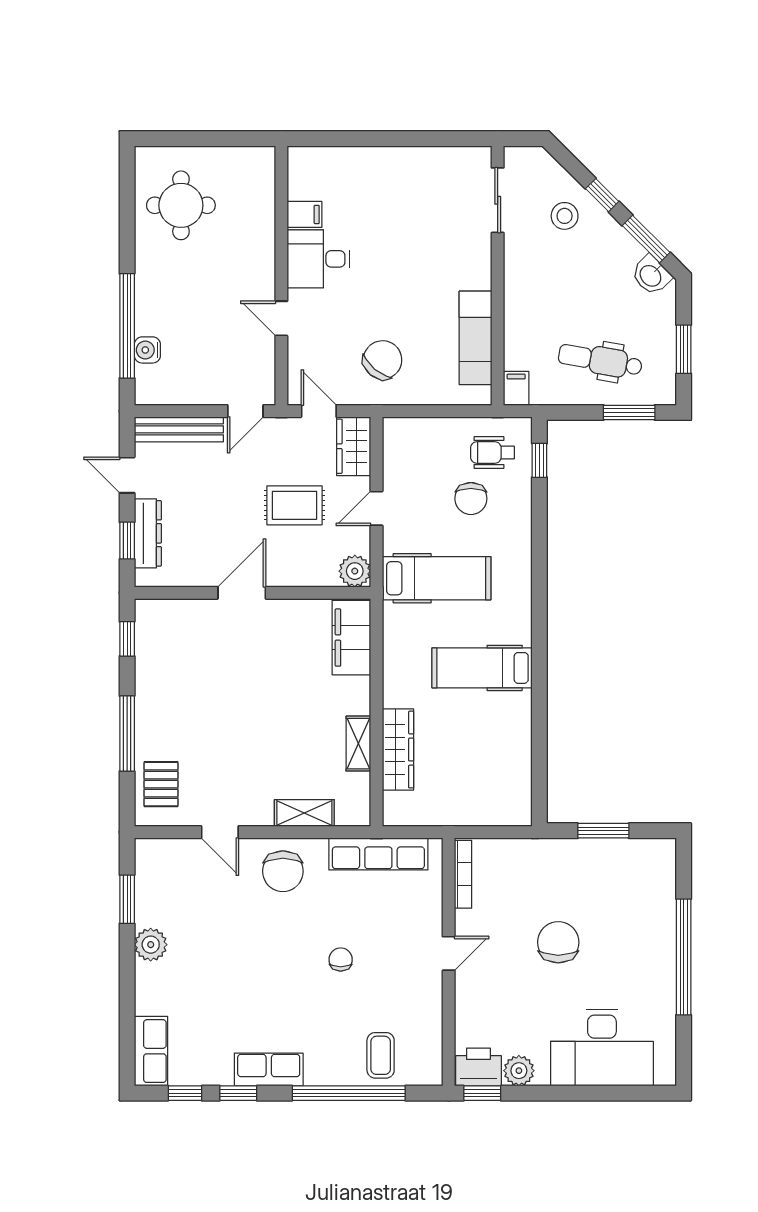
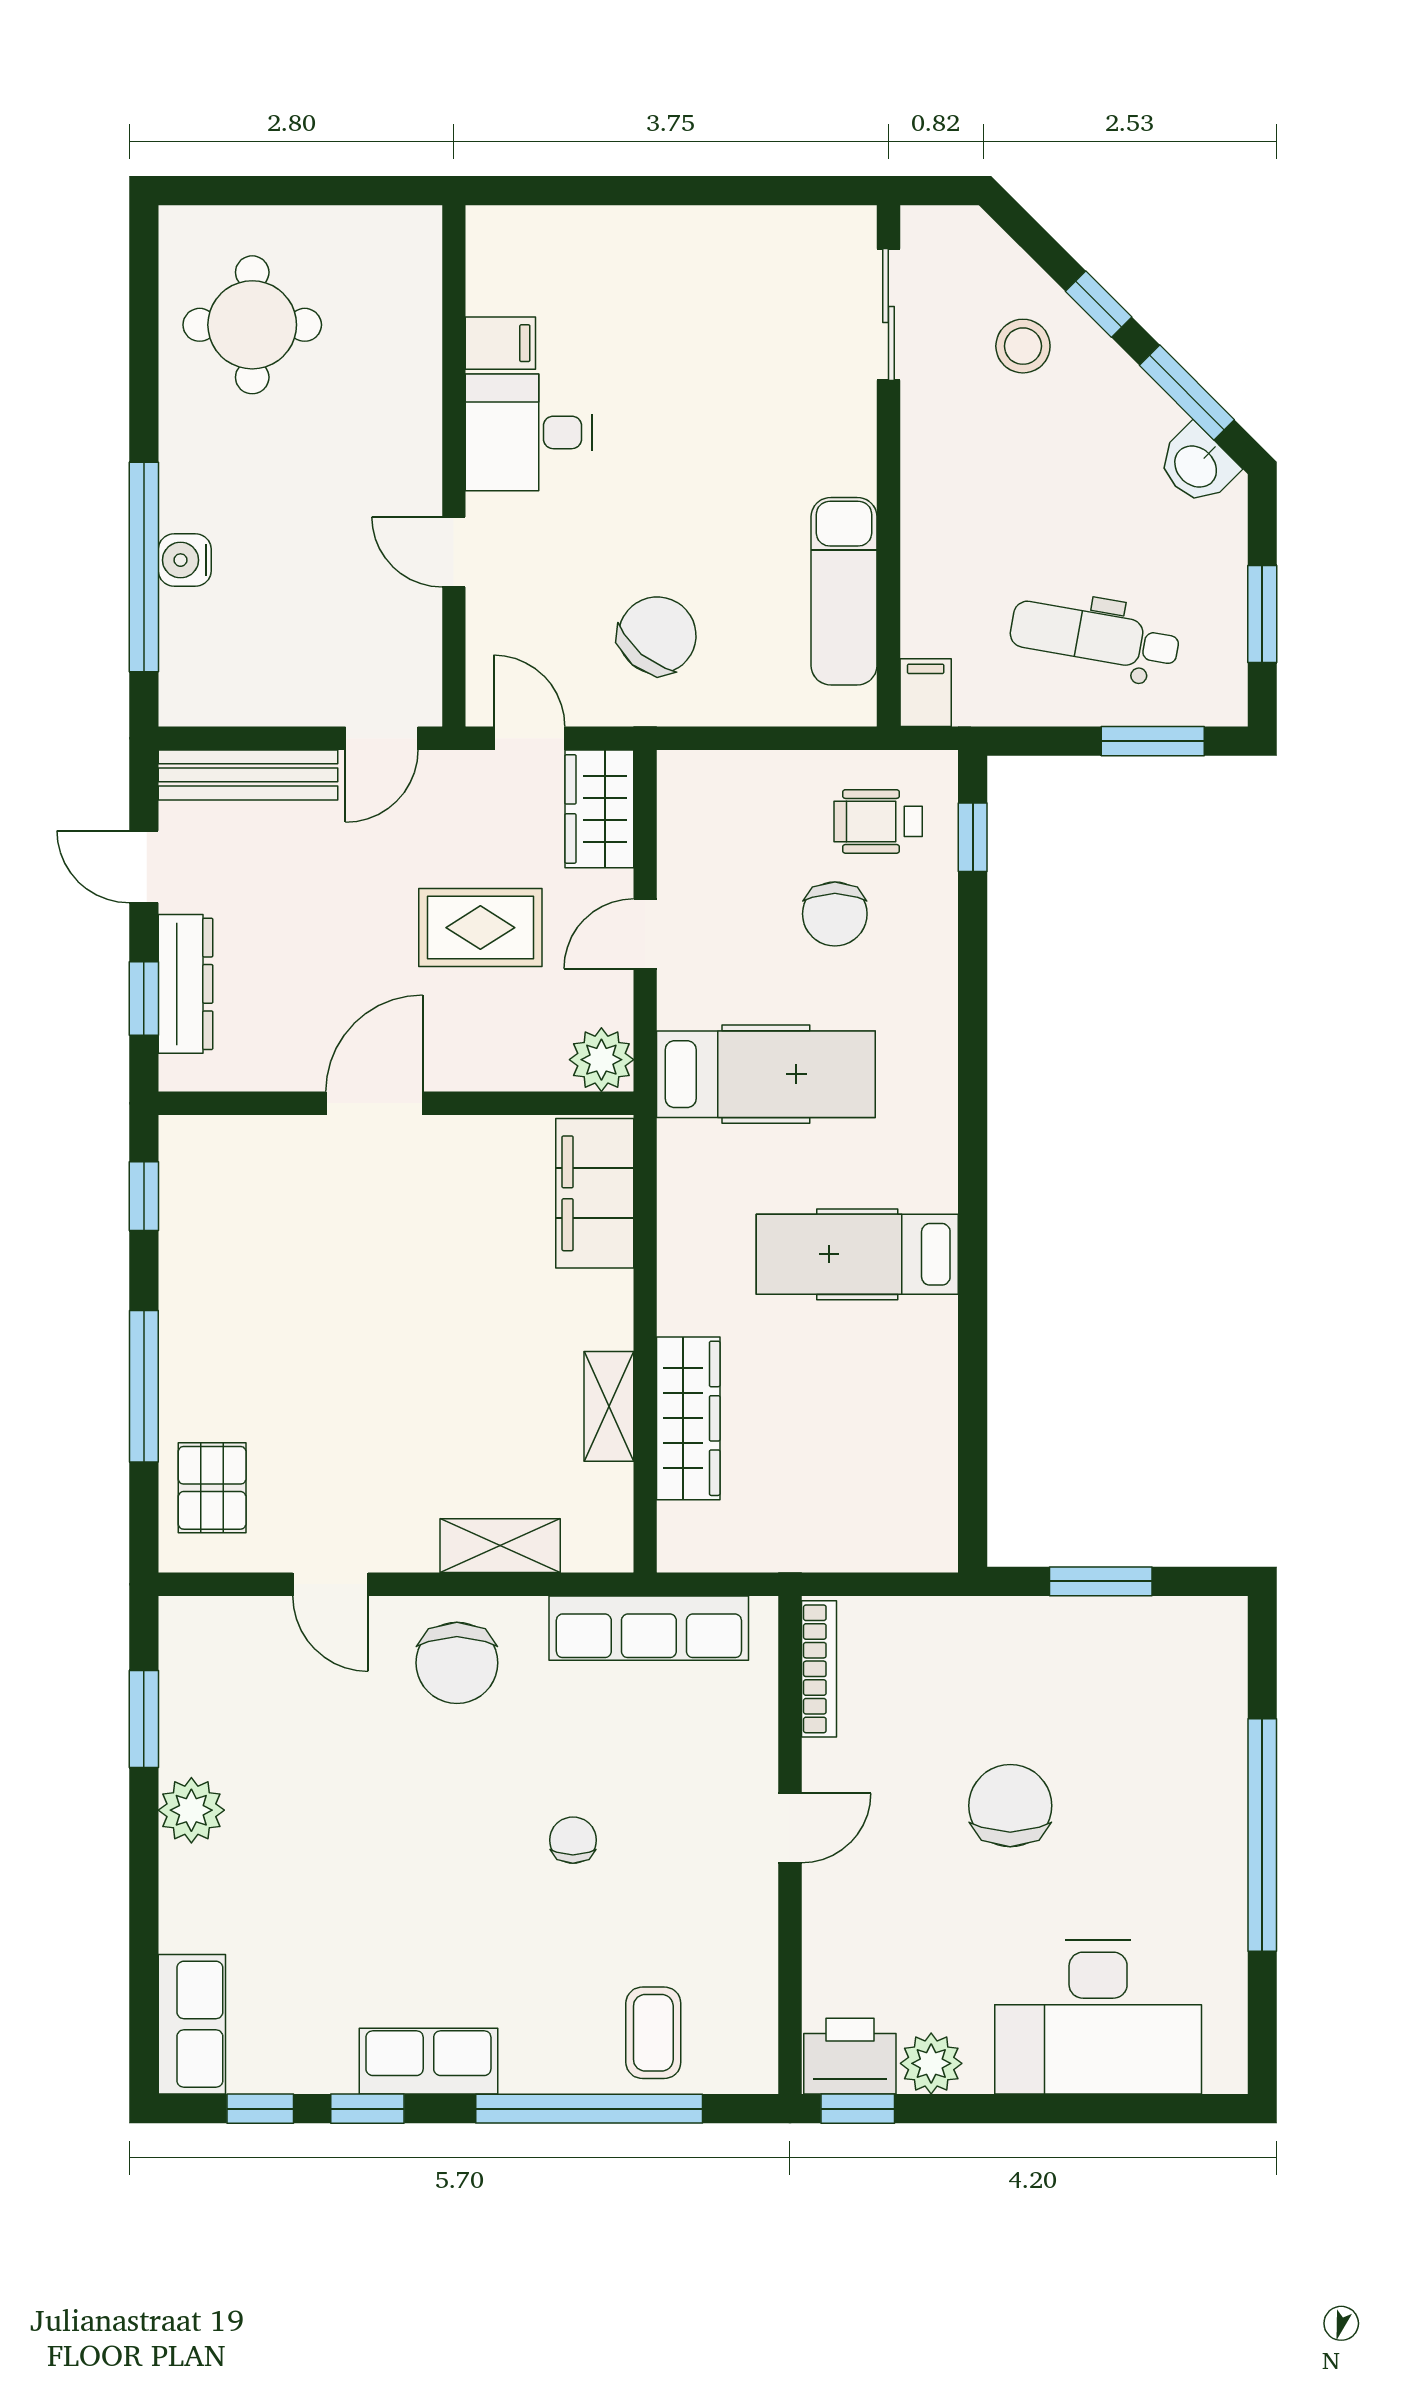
water cooler: (147, 350) -> (185, 560), moved

